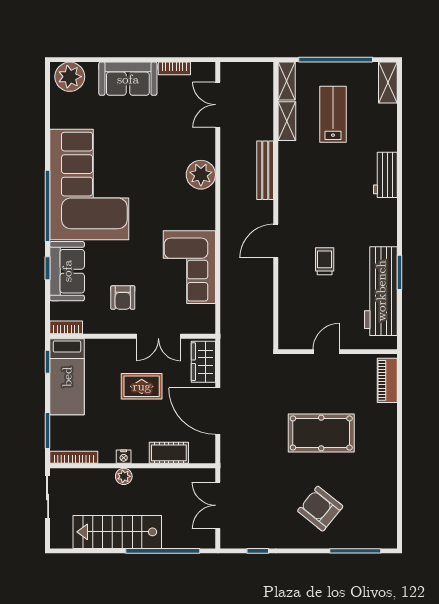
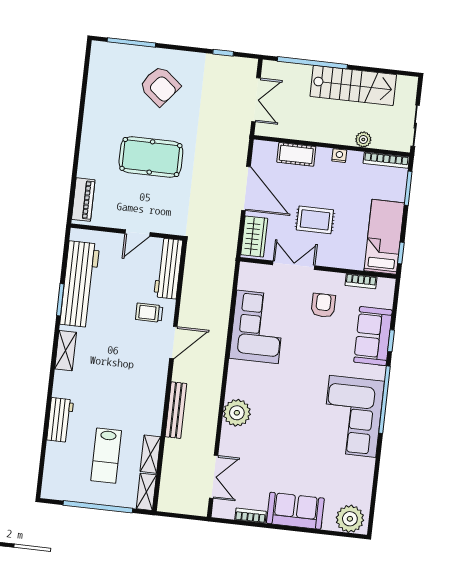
shelving: (388, 83) -> (66, 351), moved
workbench: (385, 175) -> (60, 420), moved
corner sofa: (89, 185) -> (353, 416), width x0.73, depth x0.74
trolley: (325, 261) -> (149, 313), moved, turned 90
workbench: (290, 318) -> (168, 269), added
bookcase: (66, 327) -> (361, 281), moved
plant: (124, 476) -> (363, 139), moved

